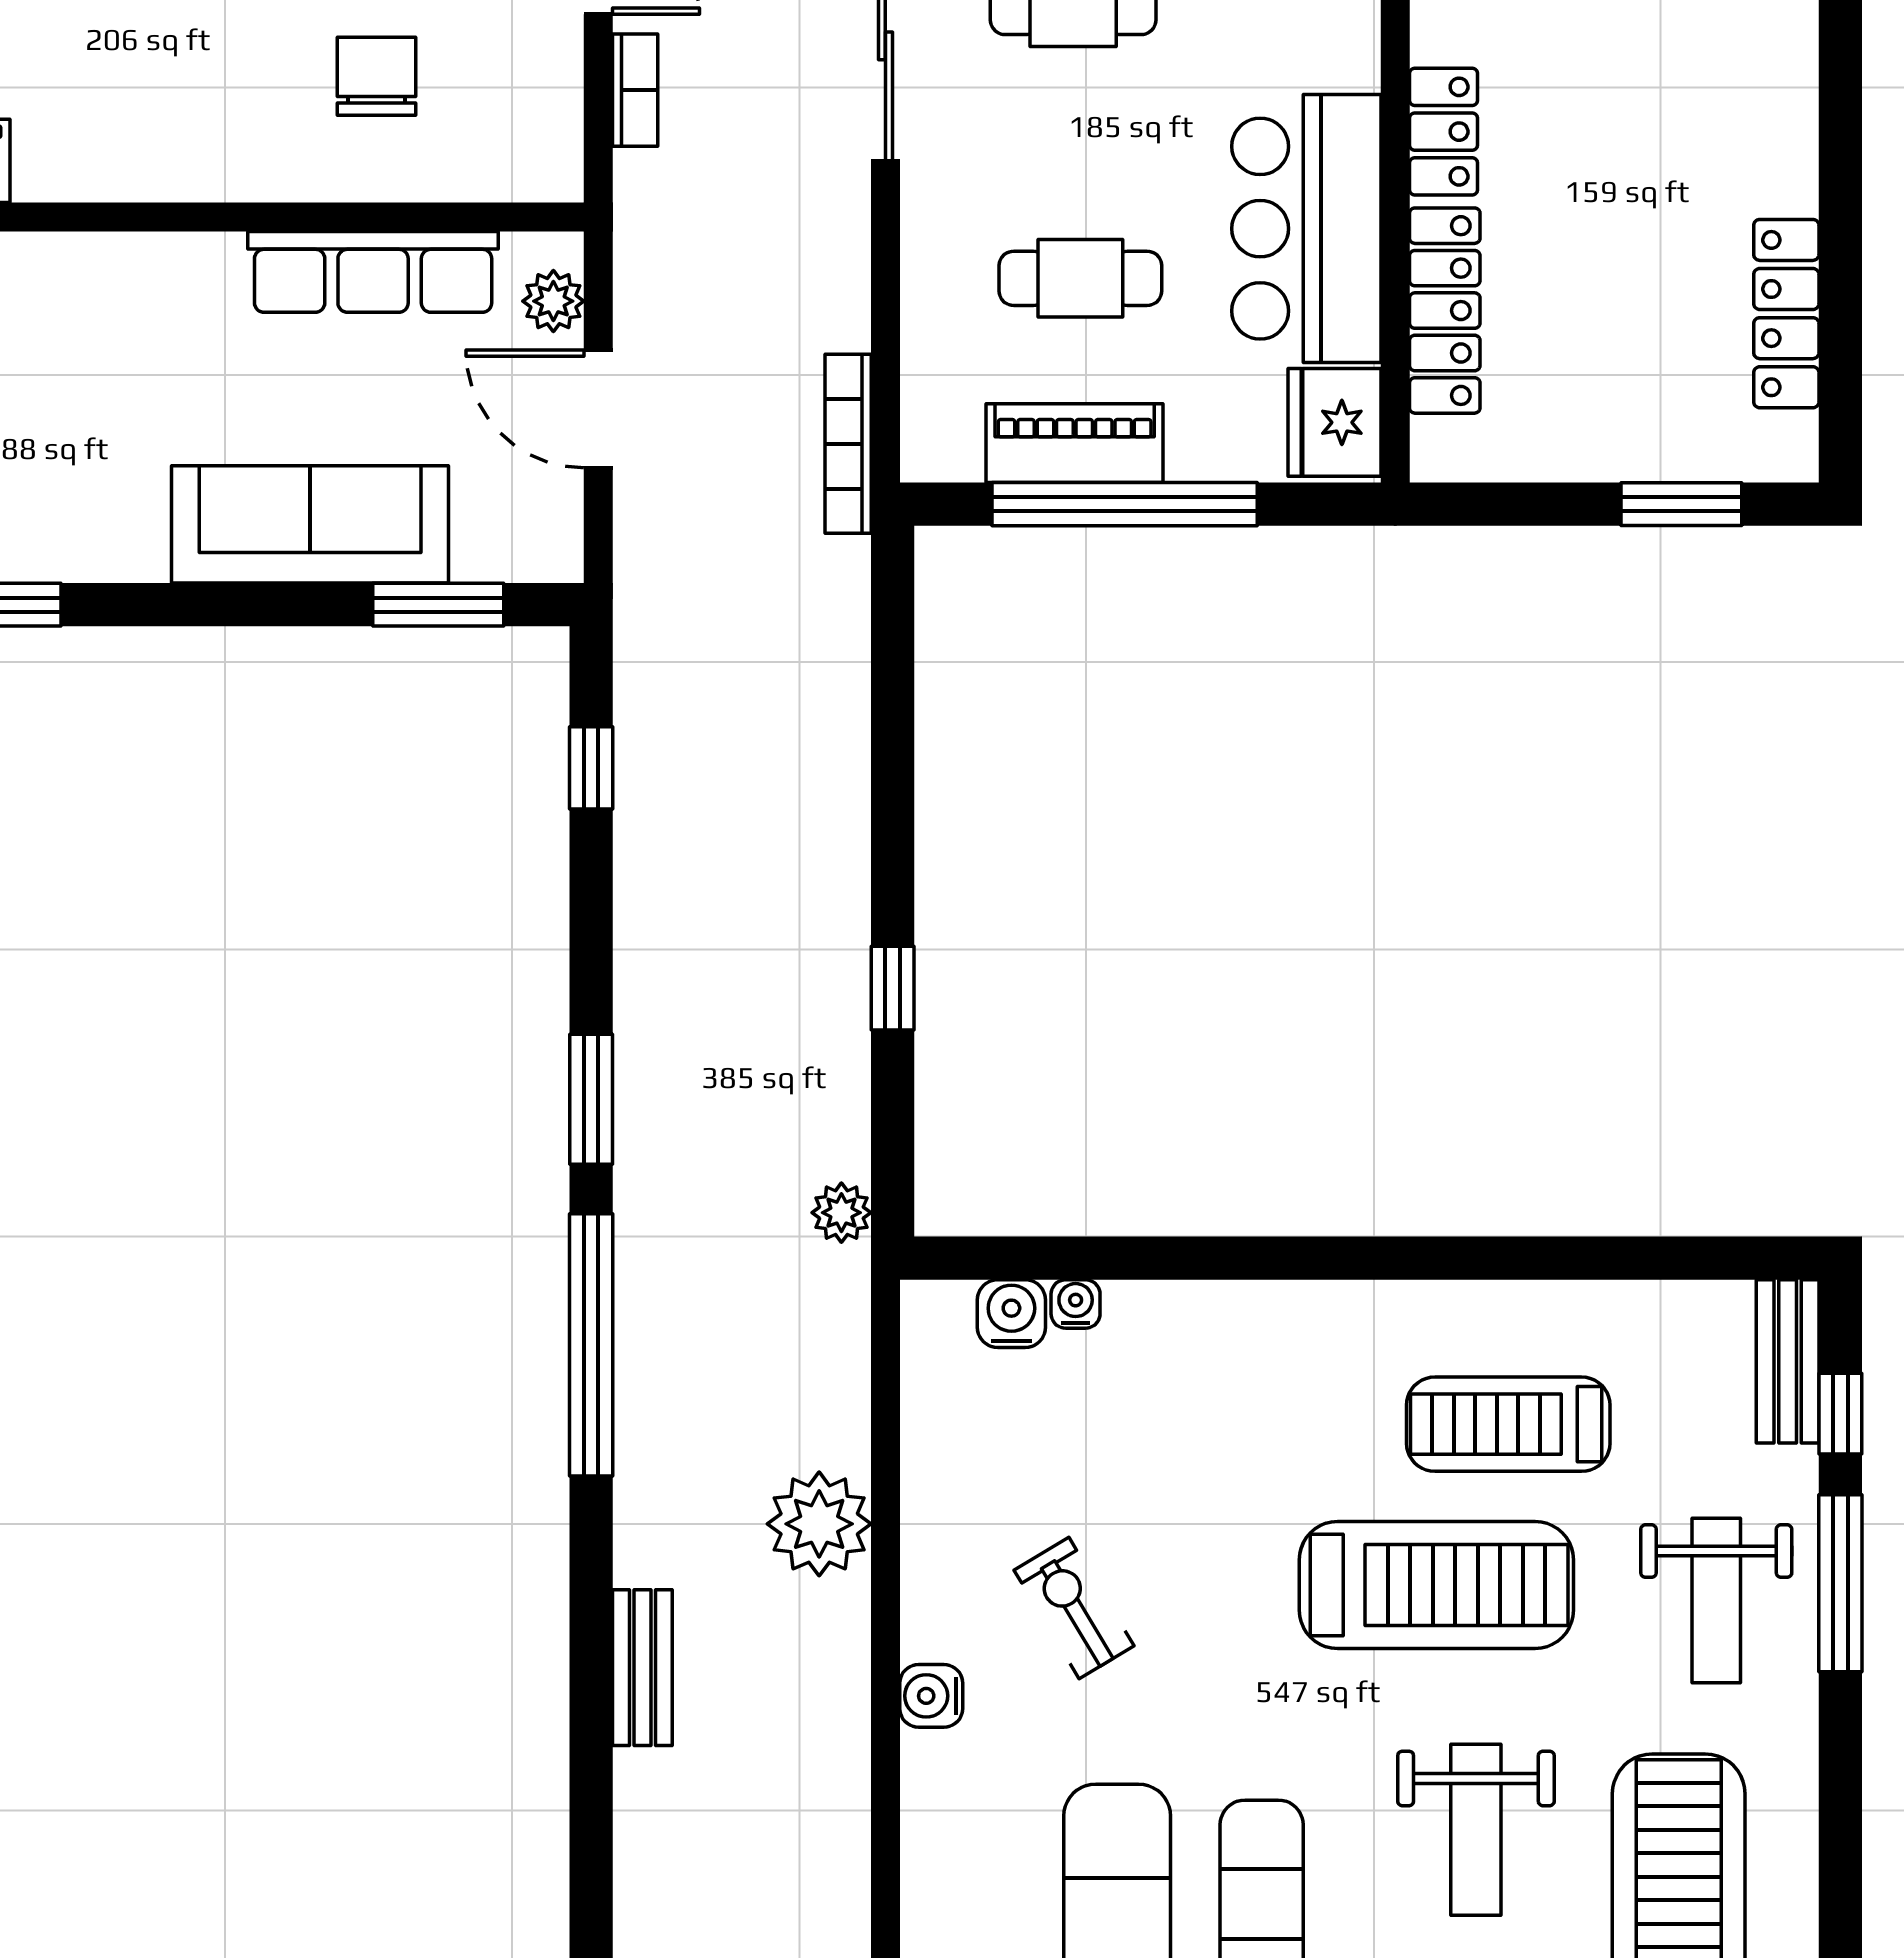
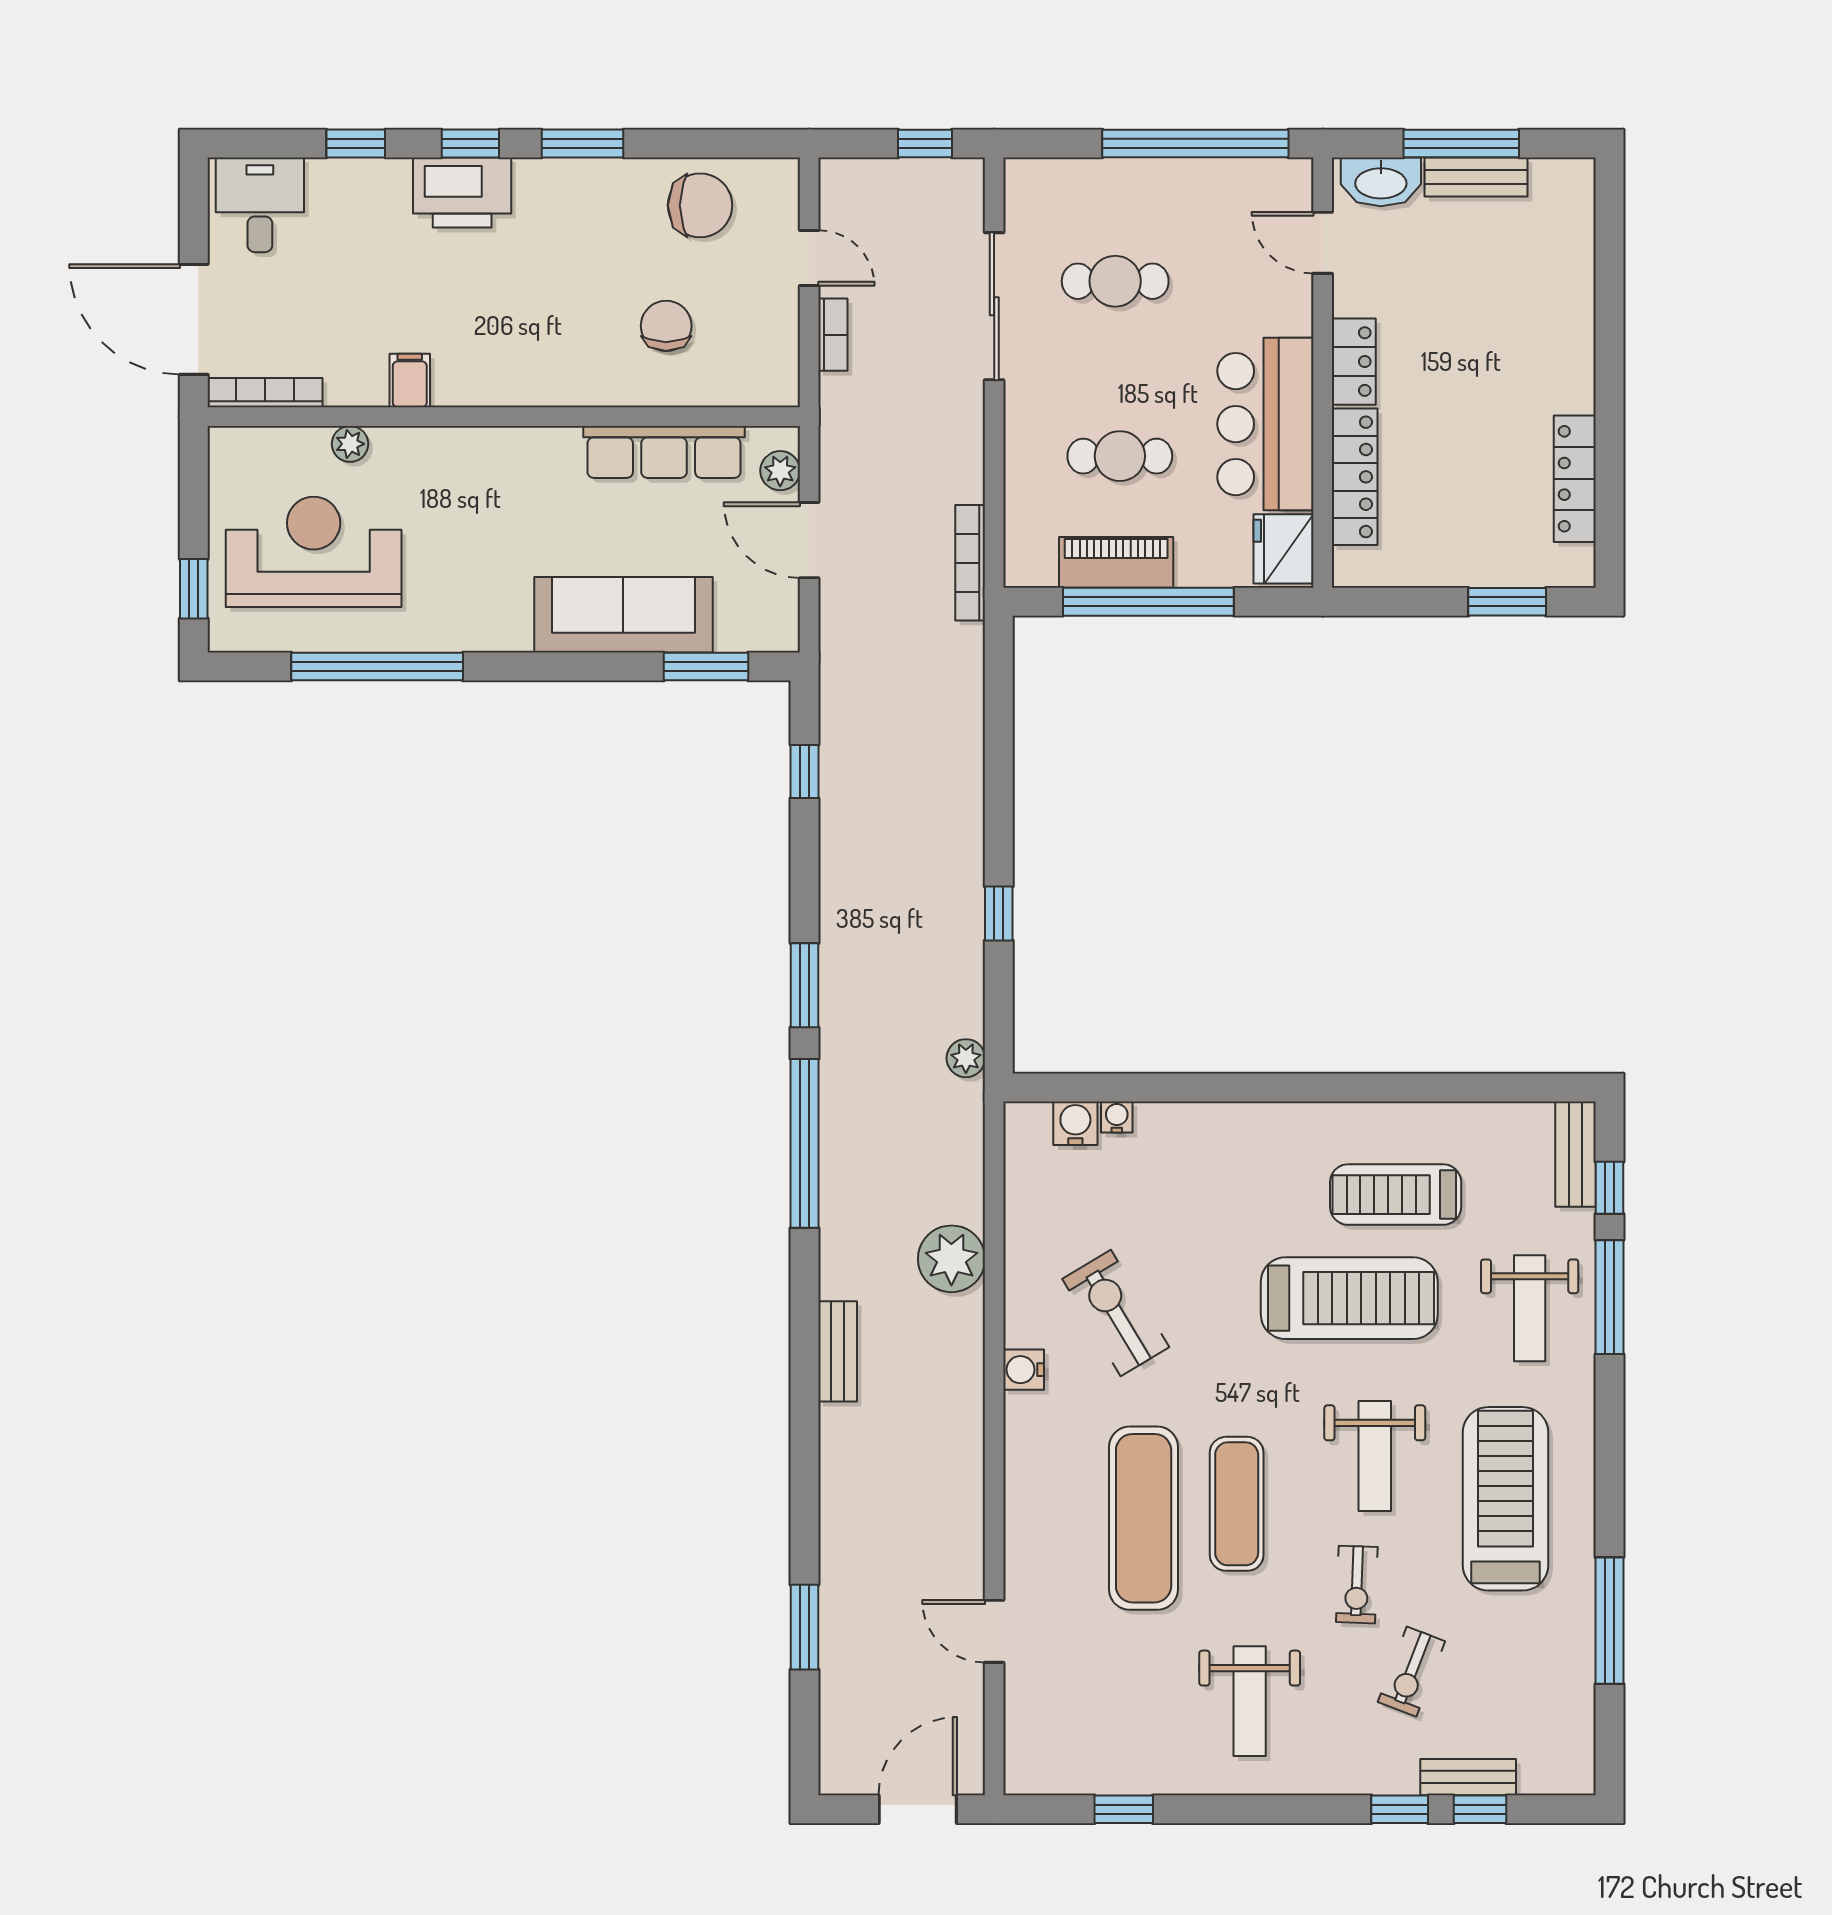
exercise bike: (1074, 1608) -> (1116, 1313), width x1.38, depth x1.39

